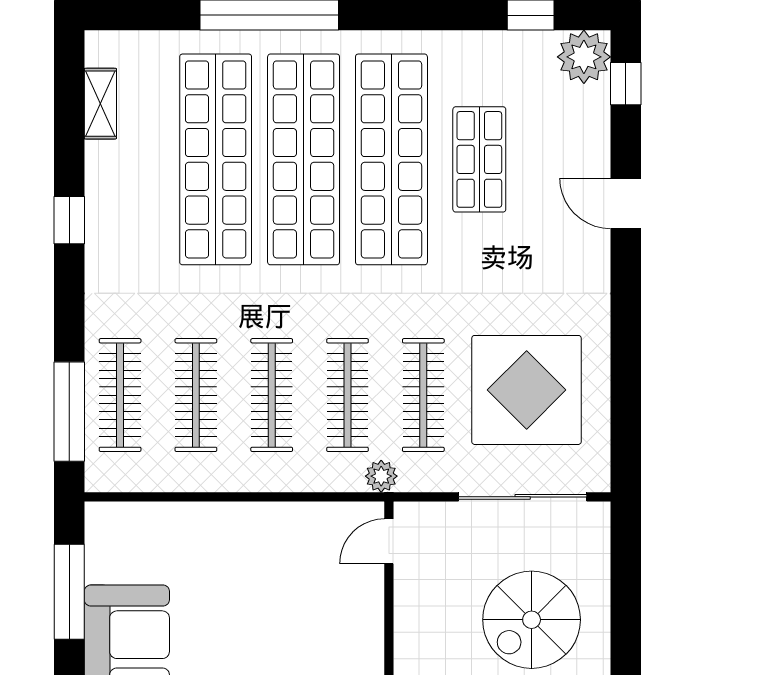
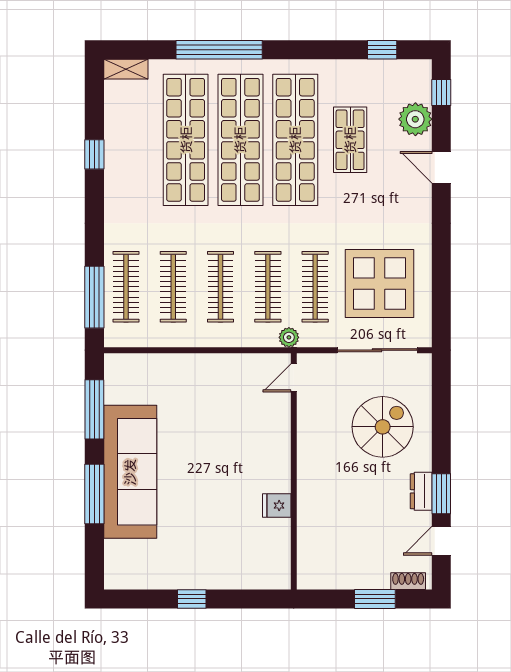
plant: (584, 57) -> (415, 119), moved
shelving: (100, 104) -> (126, 69), moved, turned 90
window: (69, 220) -> (94, 154), moved
spiral stairs: (532, 620) -> (383, 427), turned 180

